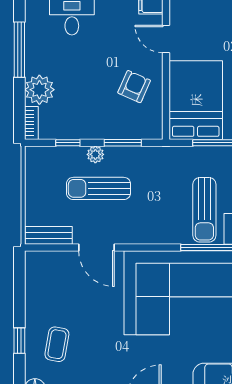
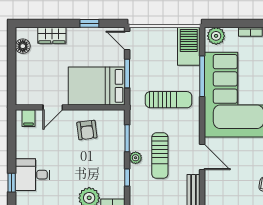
armchair: (134, 87) -> (87, 130), turned -121
sun lounger: (204, 210) -> (169, 100), moved
door: (96, 247) -> (202, 157), hinge flipped

